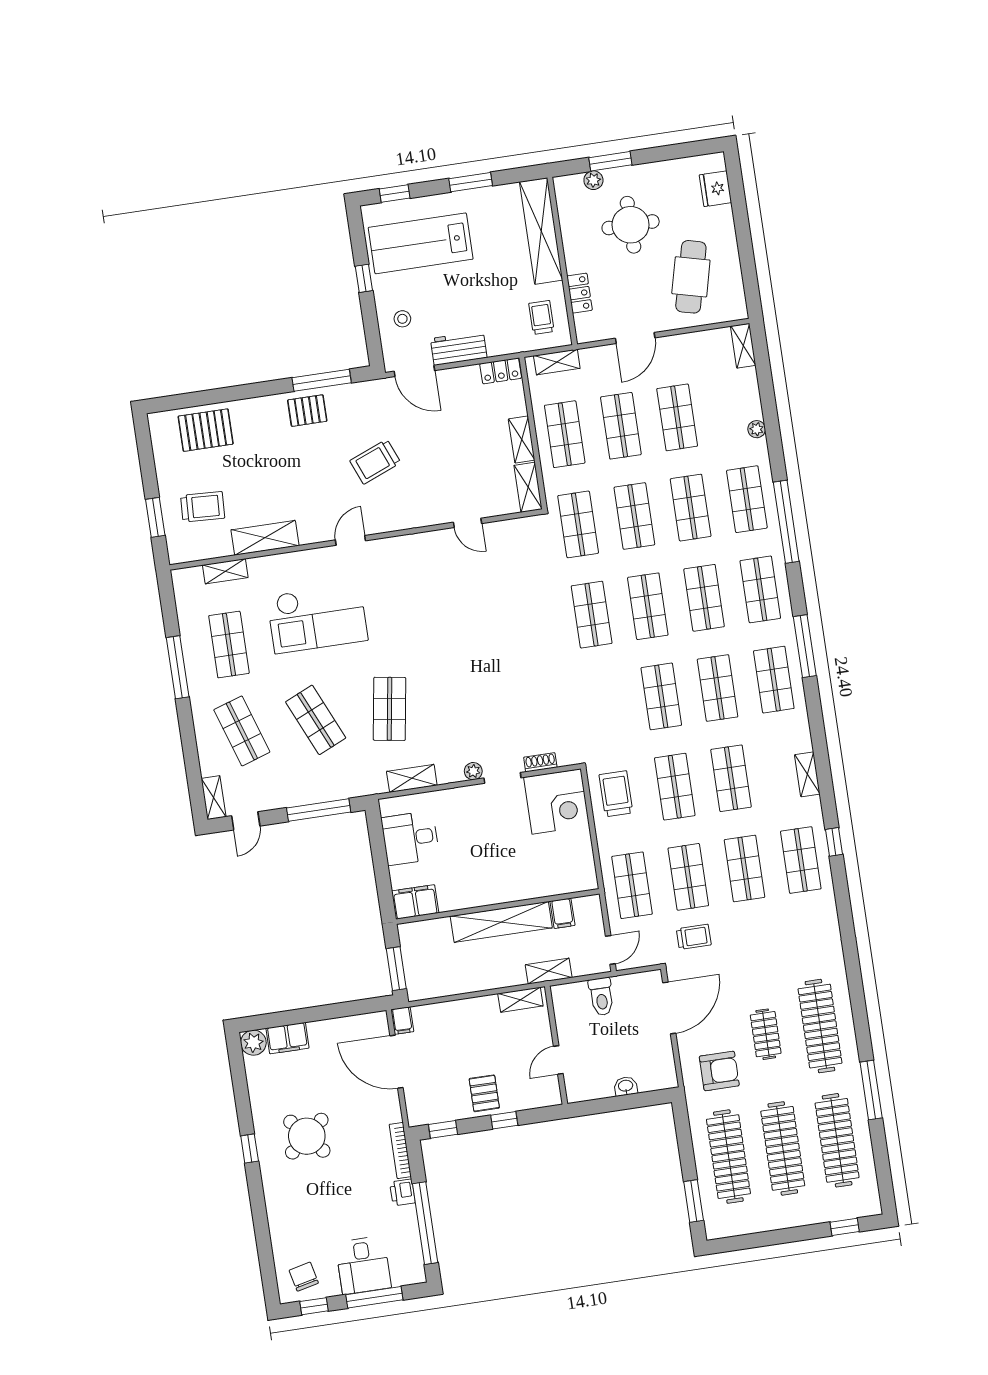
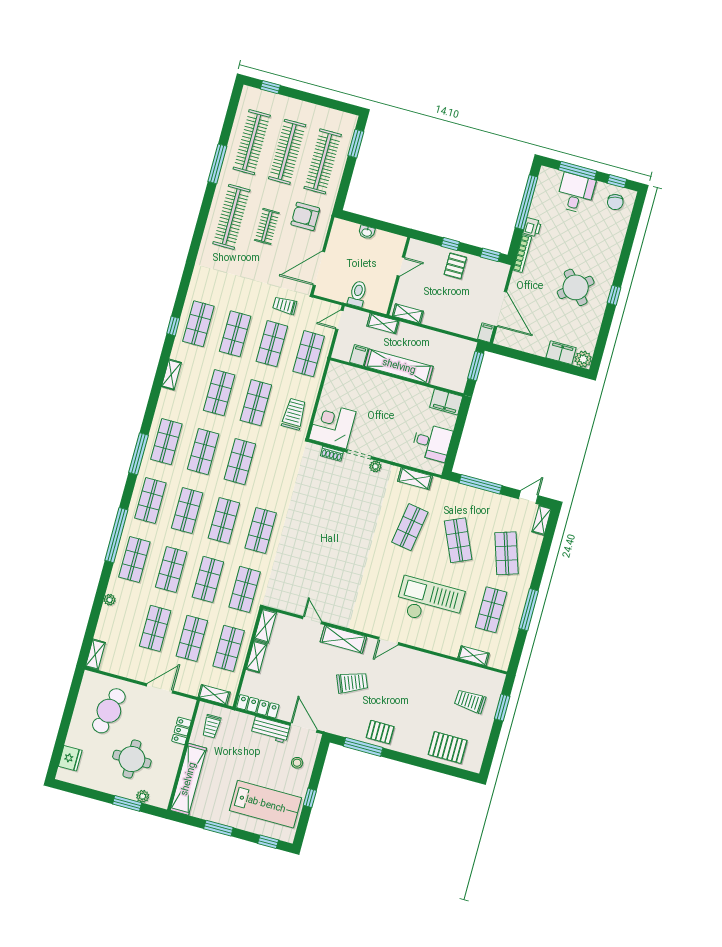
locker: (501, 371) -> (258, 706), width x1.53
shelving: (265, 538) -> (343, 639), moved
trolley: (616, 794) -> (294, 414), turned 180

